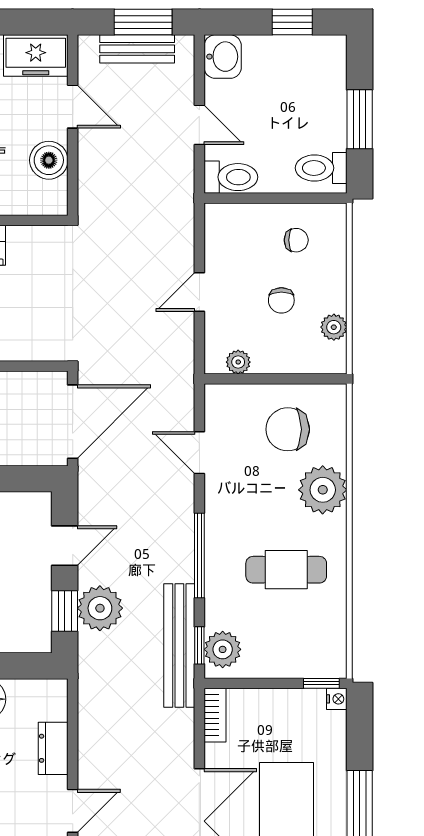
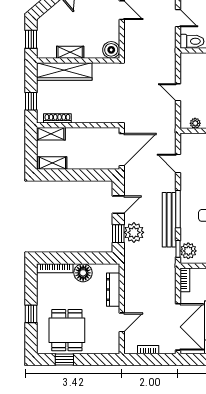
boiler: (49, 160) -> (111, 50), moved
door: (199, 292) -> (178, 92), hinge flipped
bench: (179, 646) -> (169, 220), moved
dresser: (53, 748) -> (113, 290), width x1.44

